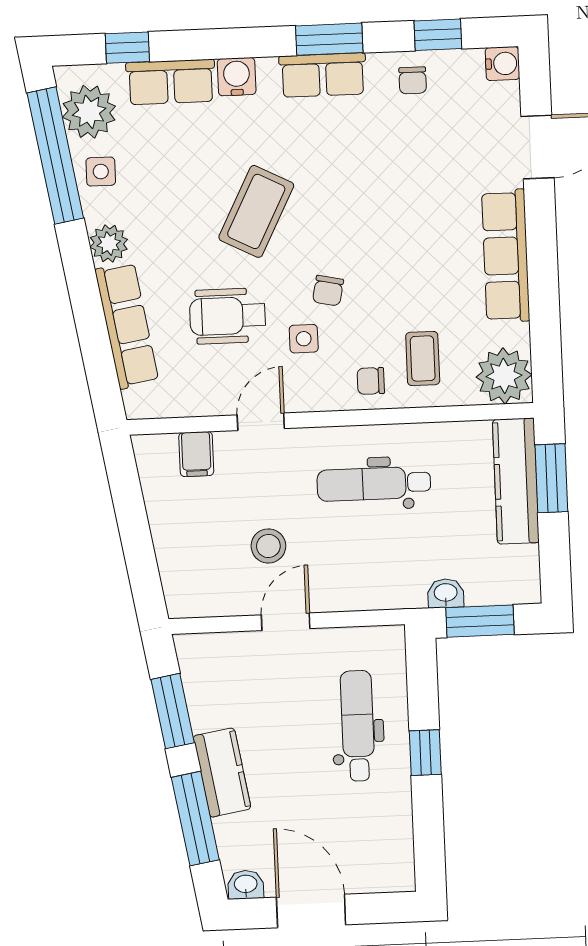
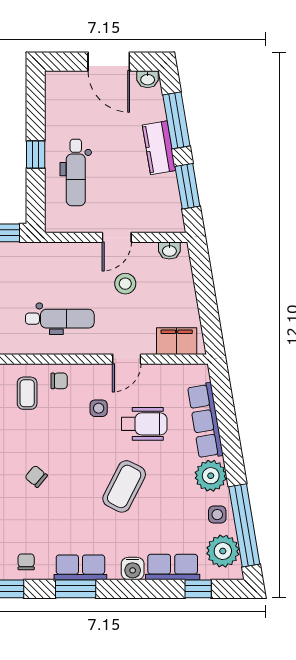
plant: (109, 243) -> (211, 476), width x1.36, depth x1.36
chair: (328, 291) -> (36, 476), moved, turned -62
filing cabinet: (196, 454) -> (177, 341), width x2.00
washbasin: (446, 593) -> (169, 250), moved

